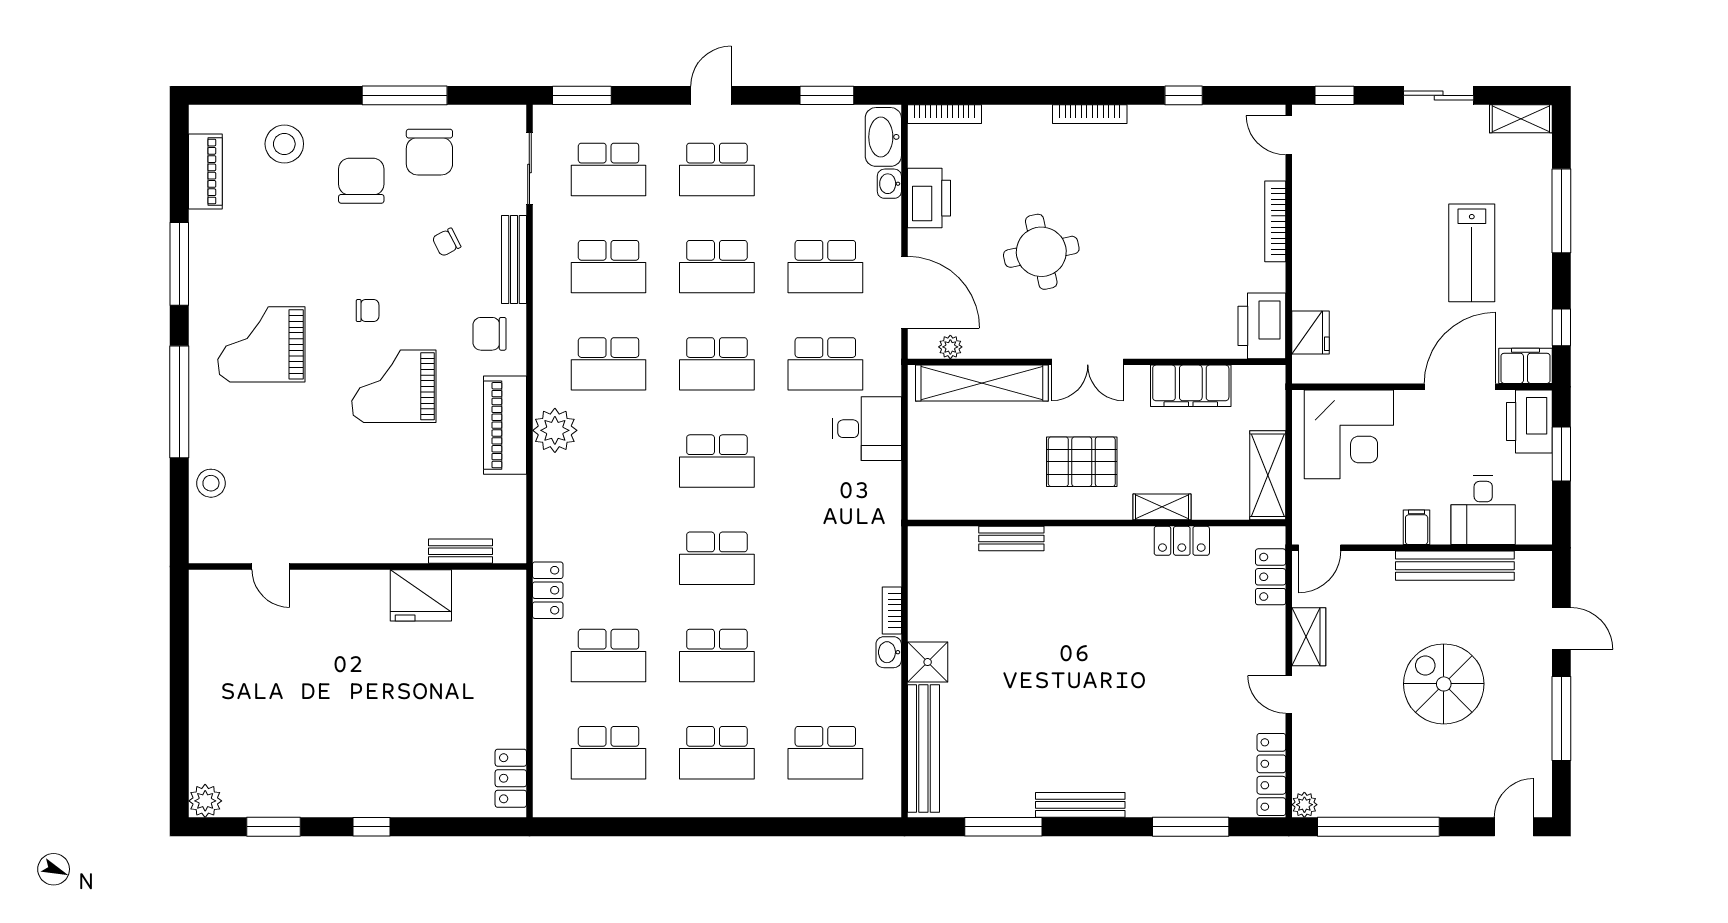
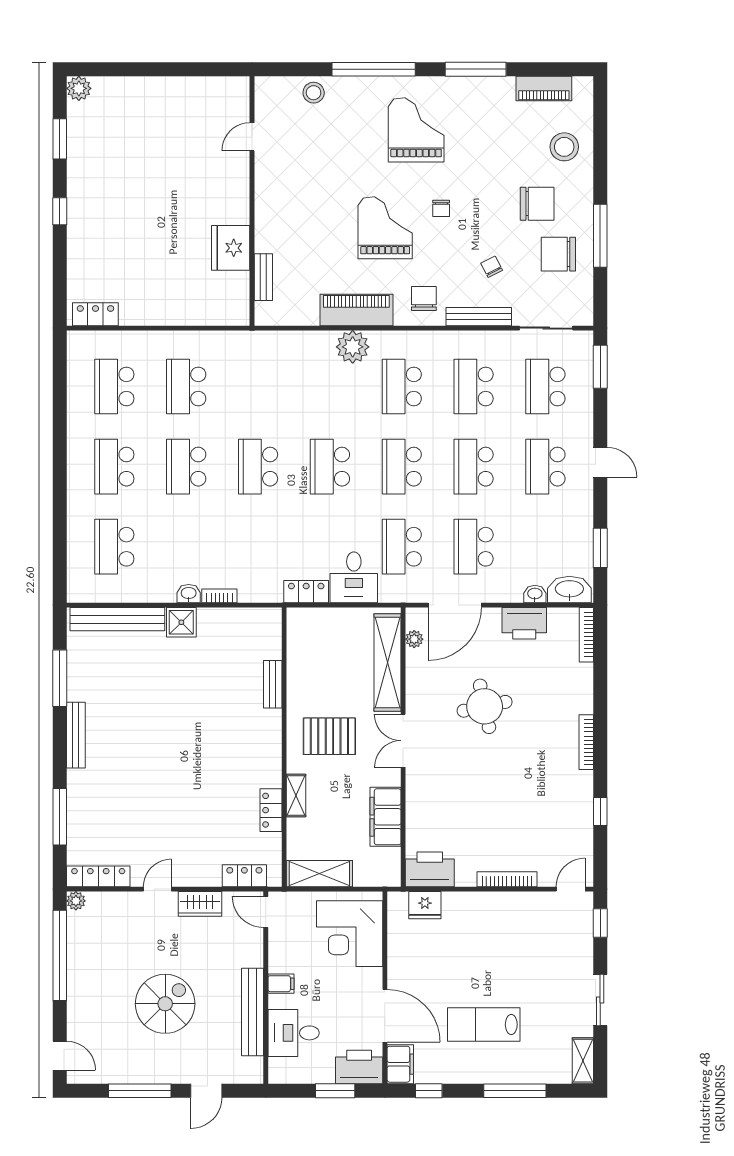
pallet: (1082, 462) -> (329, 736), turned 90
locker: (548, 590) -> (306, 592), moved, turned 180

